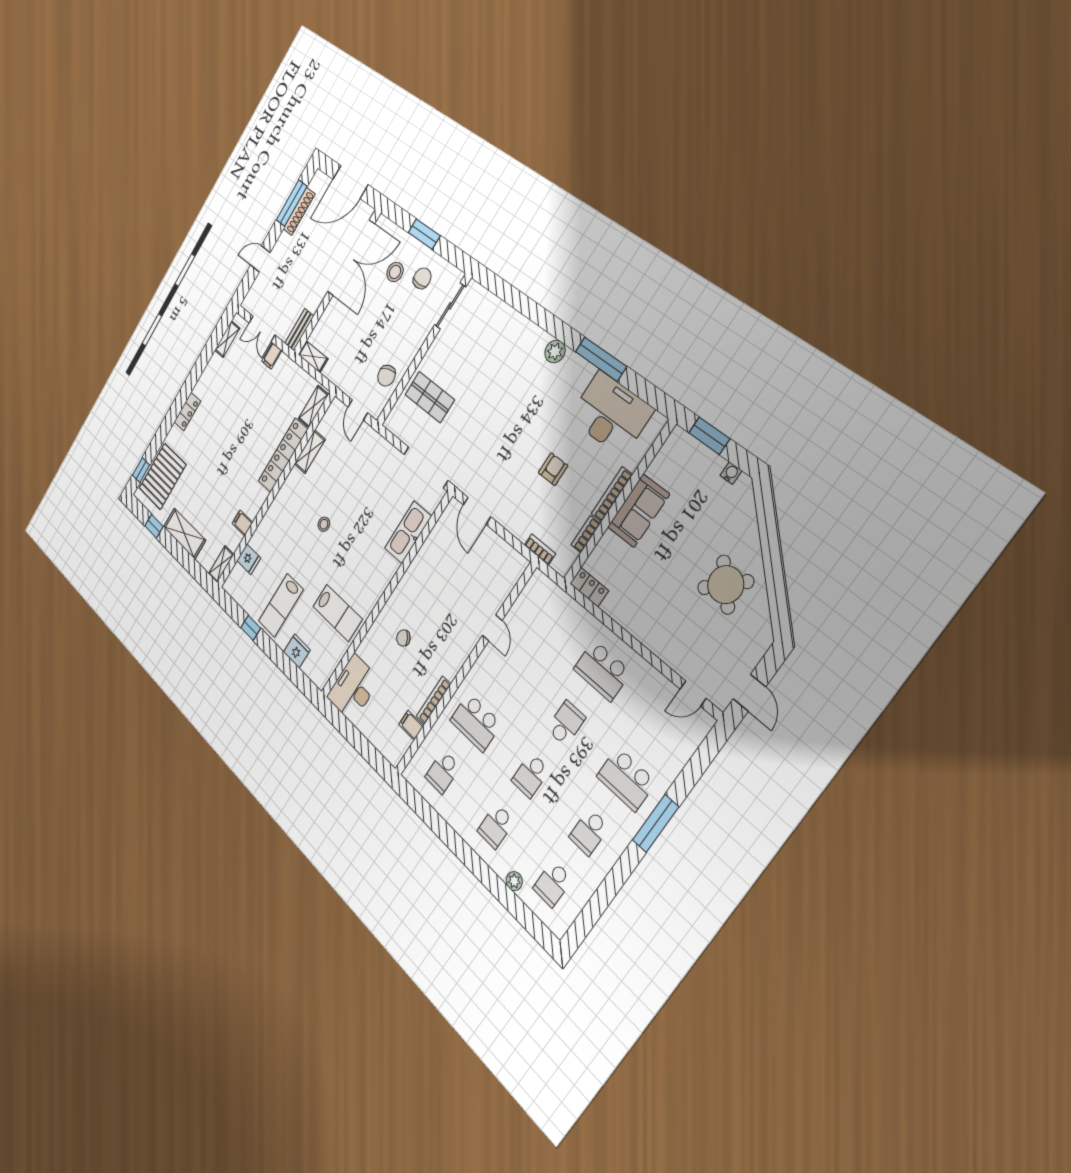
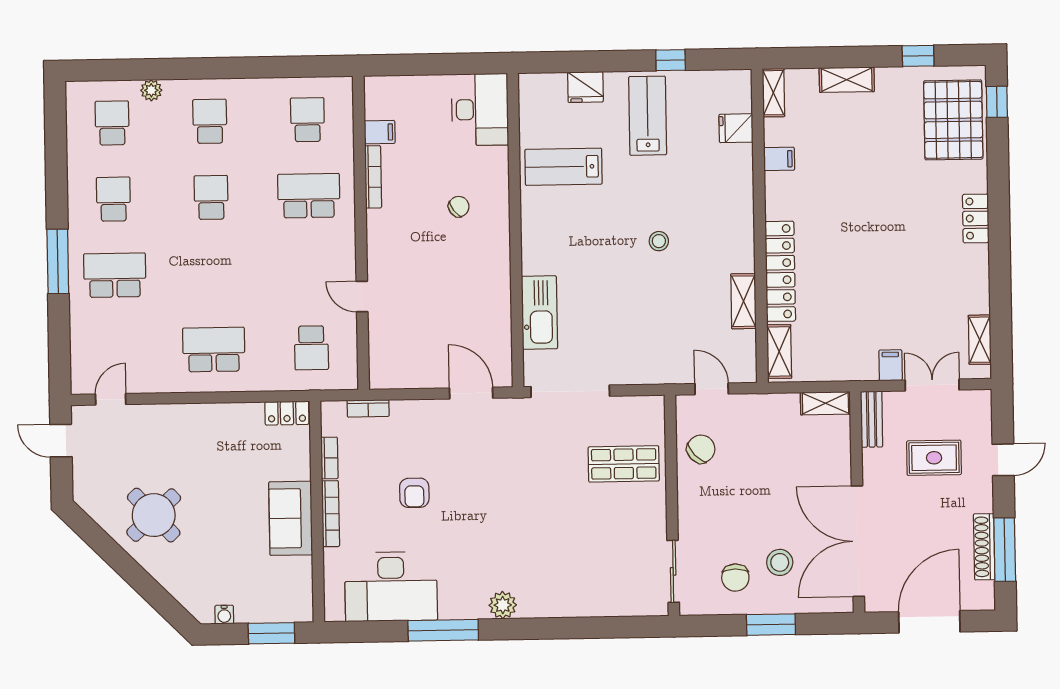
rug: (287, 284) -> (934, 458), added
chair: (386, 376) -> (701, 449), turned 65
shelving: (184, 533) -> (847, 80), width x0.67, depth x0.75
school desk: (566, 723) -> (311, 348), moved

